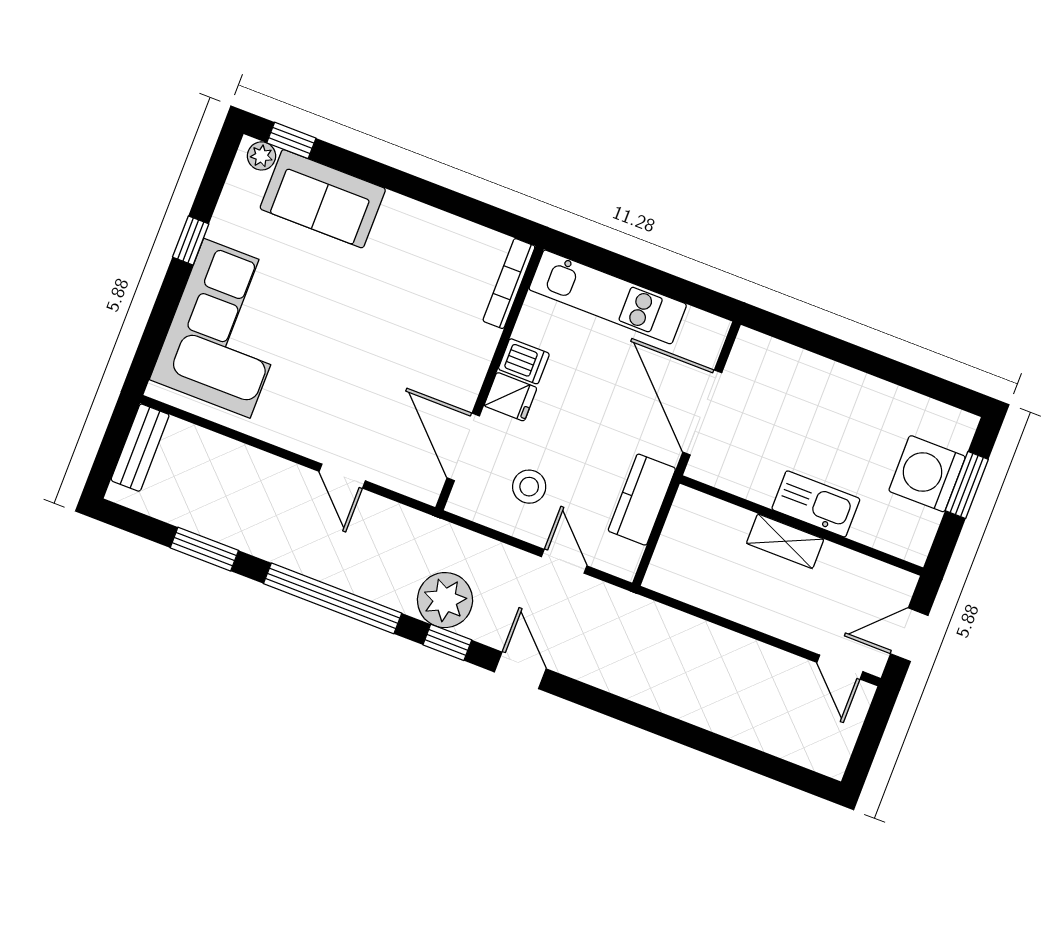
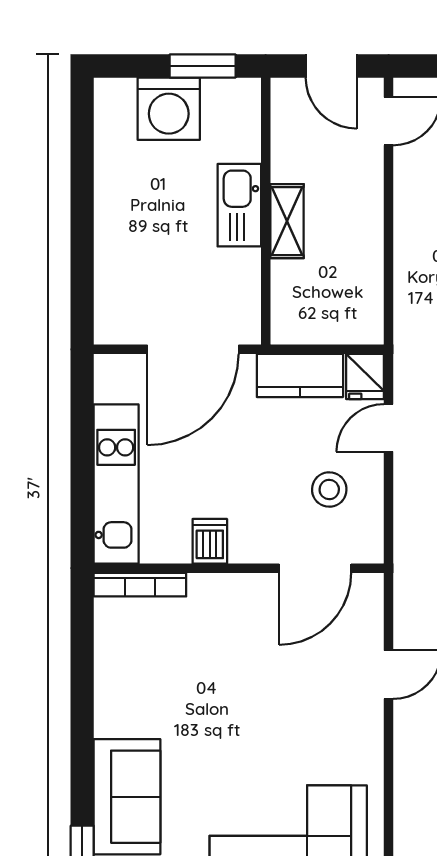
fridge: (511, 397) -> (365, 376), moved, turned 180
window: (967, 485) -> (203, 66), moved

